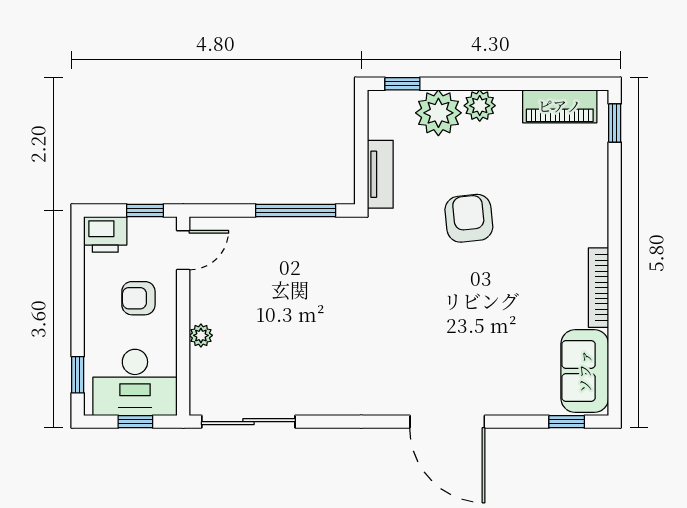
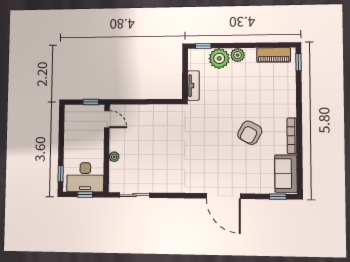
window: (296, 210) -> (156, 102), removed
armchair: (469, 218) -> (250, 133), moved, turned -145
printer: (105, 234) -> (74, 112), removed
door: (183, 250) -> (107, 119), hinge flipped
armchair: (138, 298) -> (87, 140), removed
sliding door: (248, 422) -> (134, 195), width x0.73

